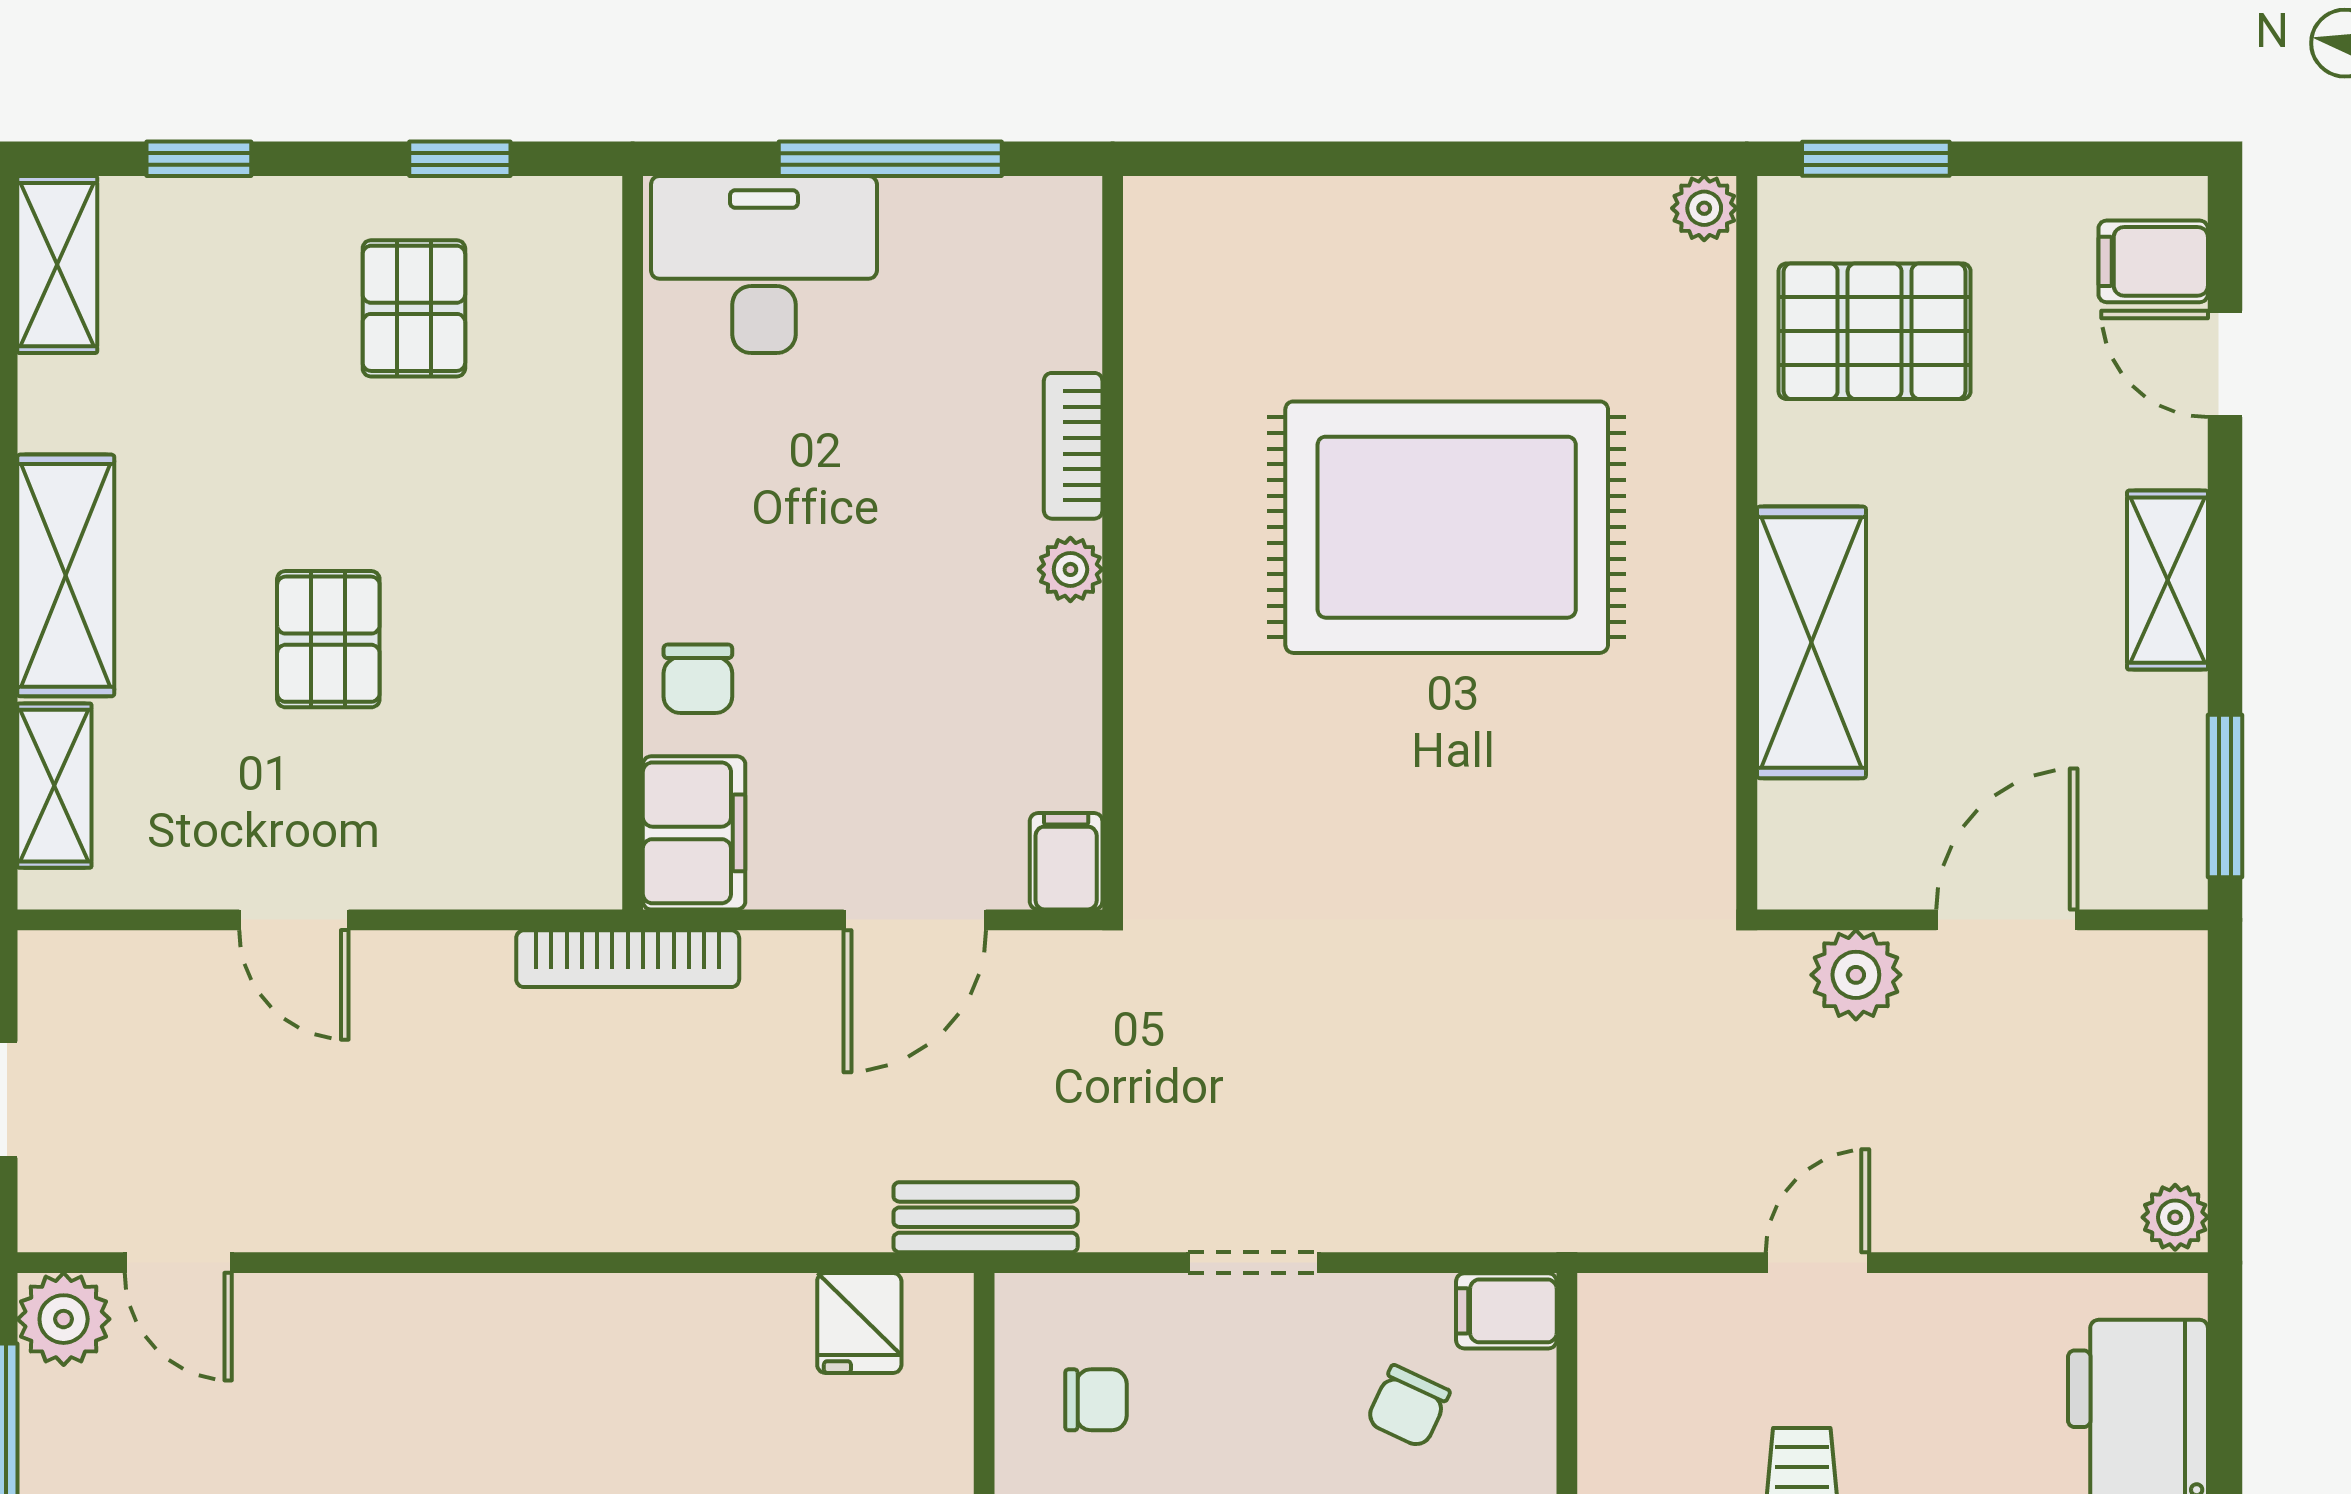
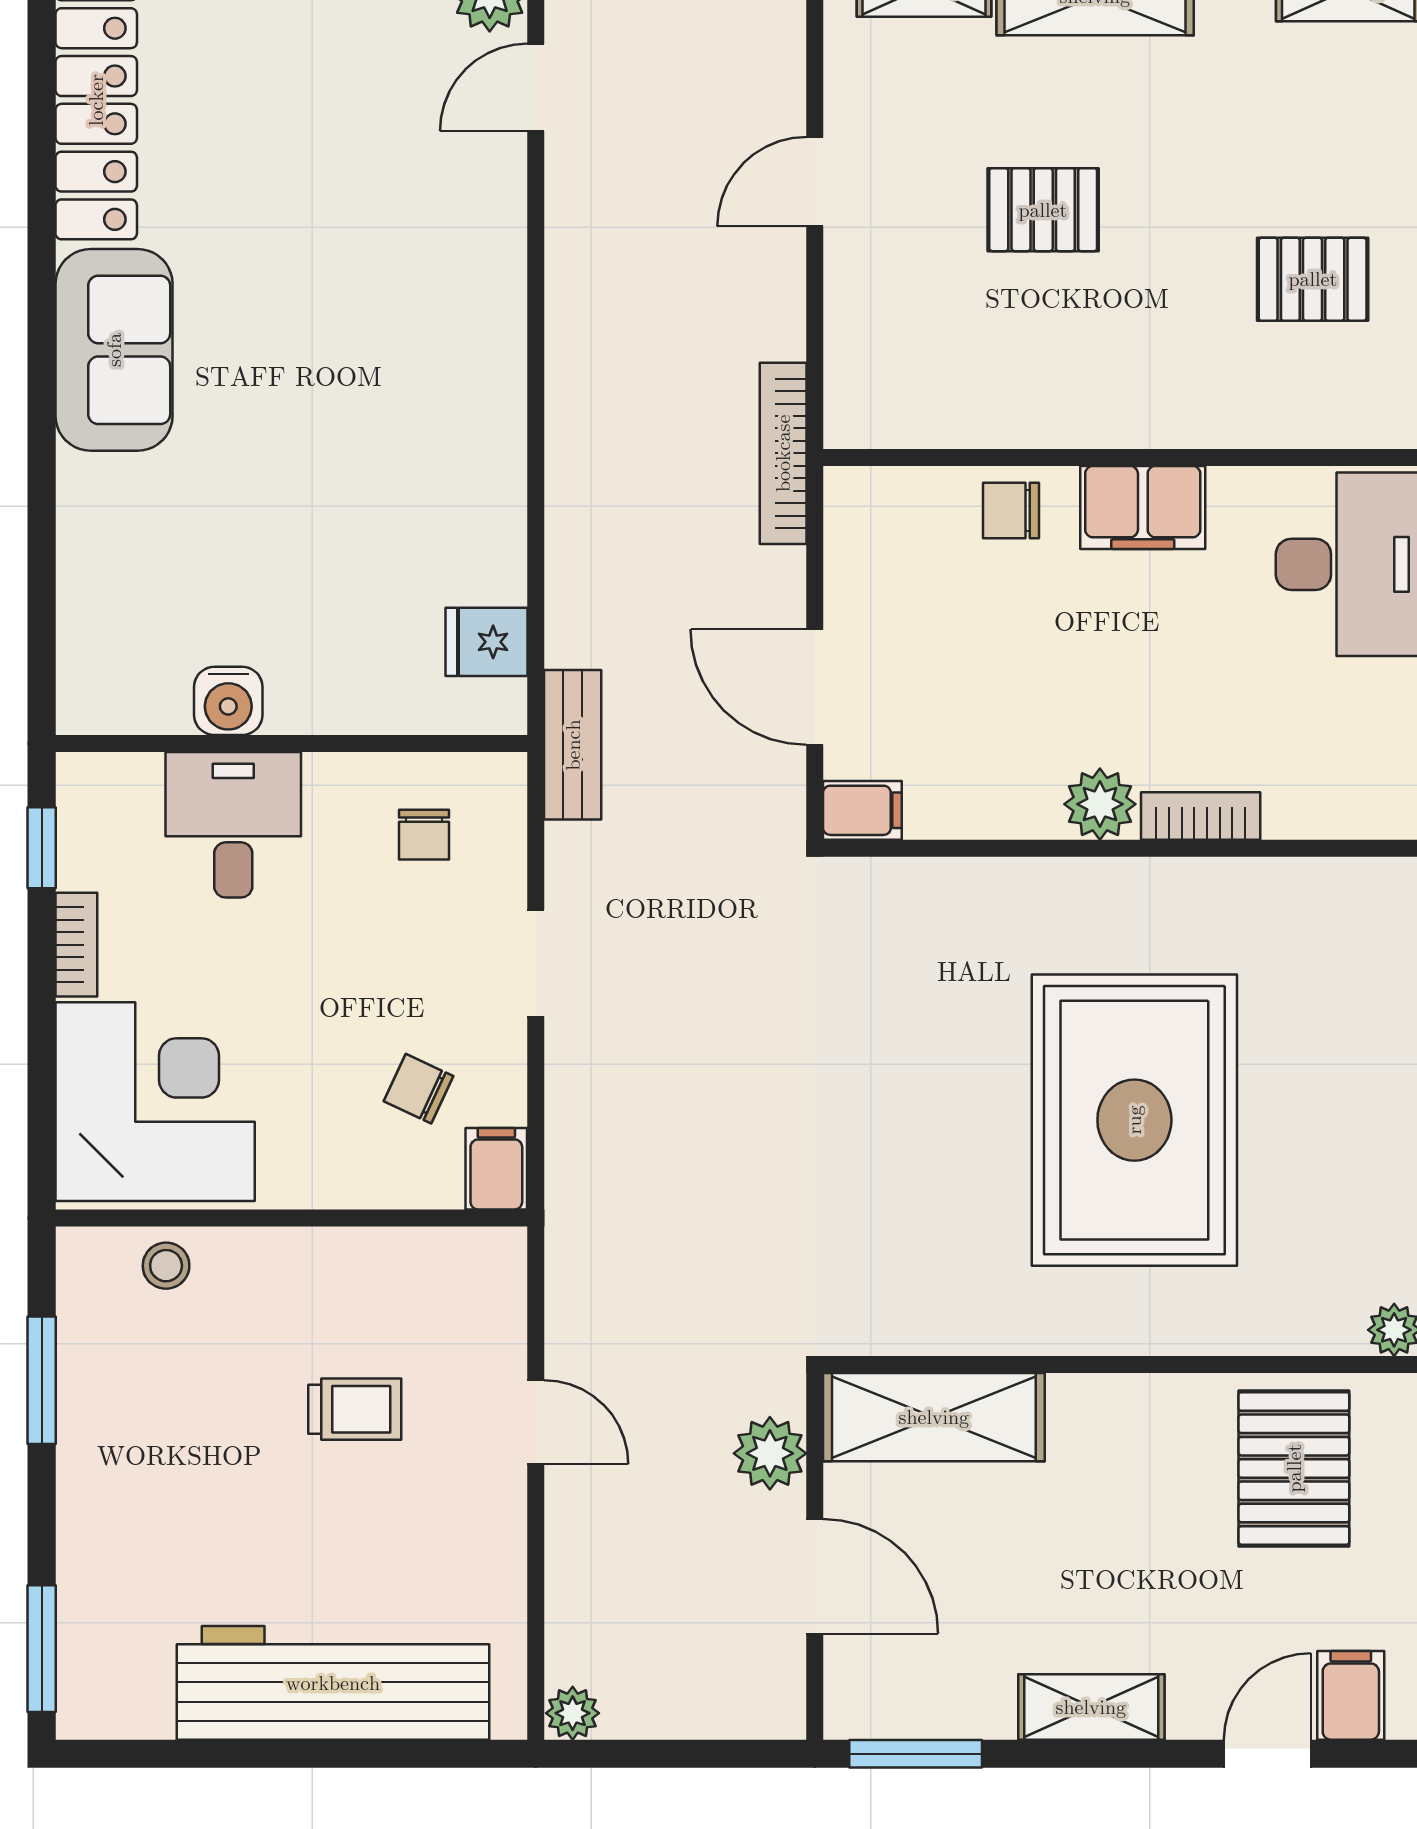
plant: (1070, 569) -> (1100, 804), width x1.38, depth x1.38
shelving: (1811, 642) -> (934, 1417), moved
filing cabinet: (694, 833) -> (1143, 507), moved

